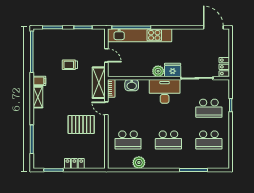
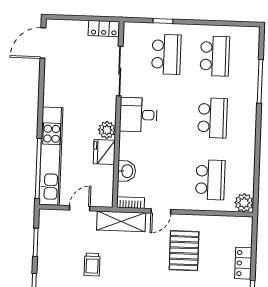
fridge: (173, 70) -> (104, 152), moved
desk: (165, 91) -> (138, 115), width x0.73
plant: (139, 163) -> (244, 203), moved

